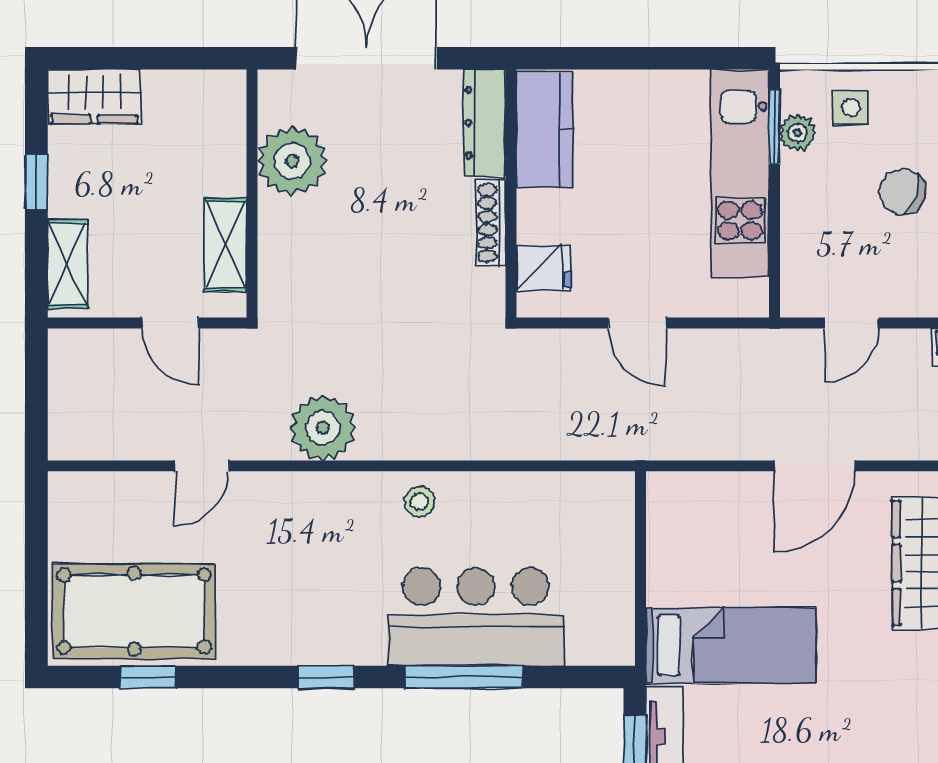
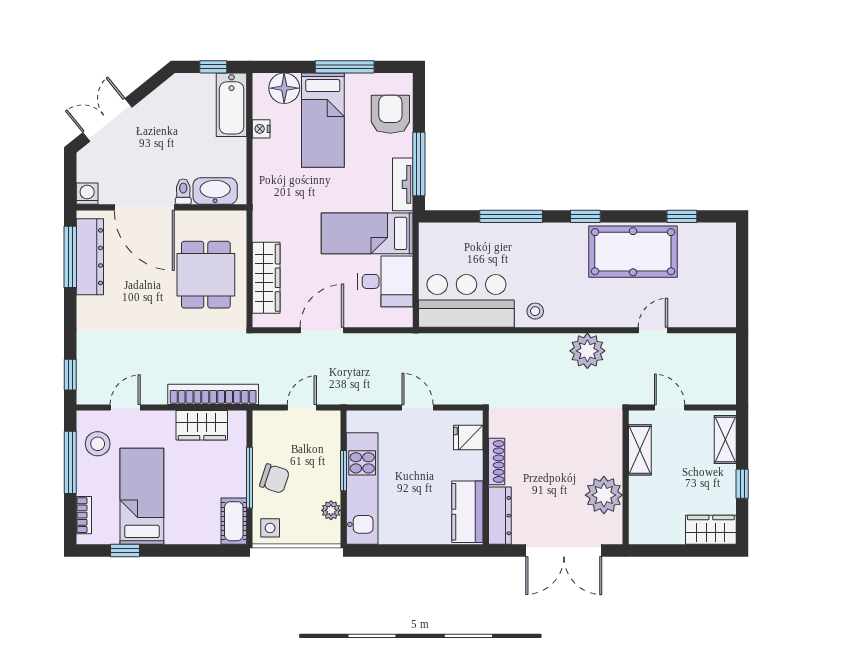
side table: (851, 107) -> (270, 528), moved
window: (774, 127) -> (343, 471), moved
desk: (697, 557) -> (385, 281), added
pool table: (134, 611) -> (633, 252), moved
bar counter: (476, 617) -> (466, 301), moved, turned 180

